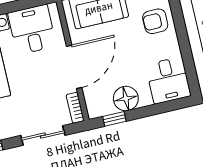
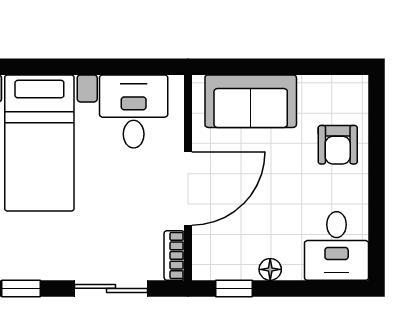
armchair: (155, 21) -> (338, 145), turned -90
floor lamp: (126, 99) -> (270, 269), width x0.53, depth x0.53

